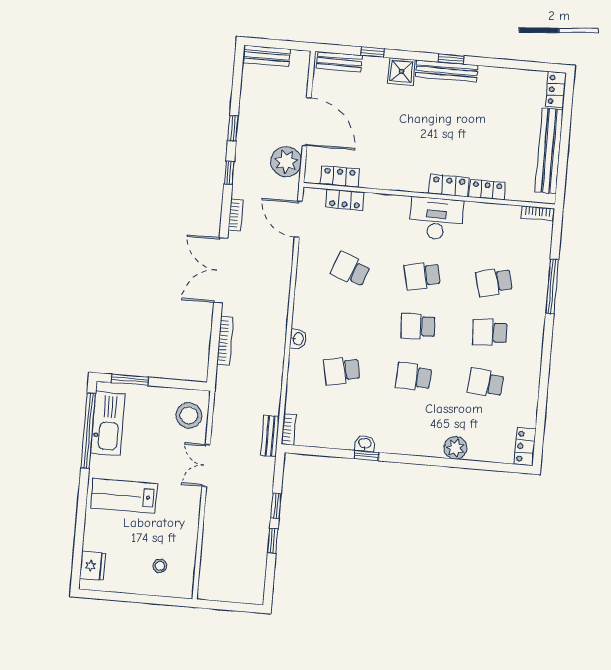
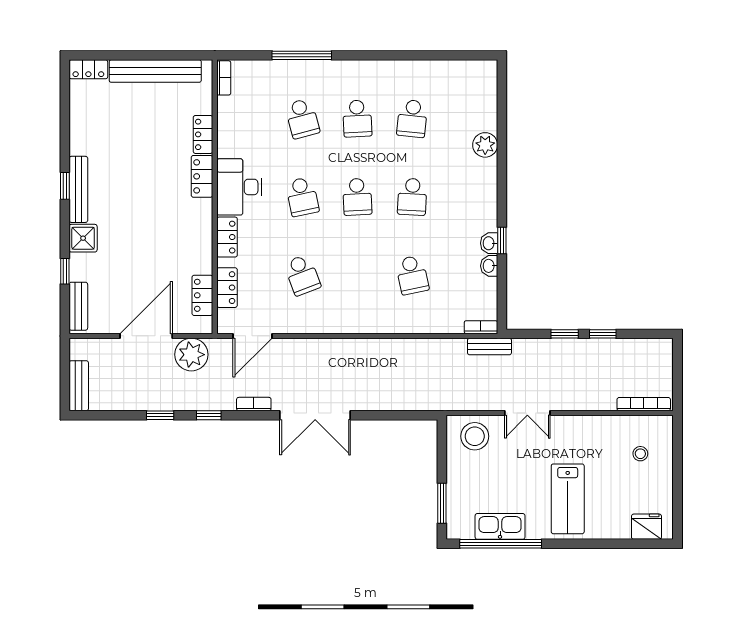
school desk: (350, 270) -> (302, 275), turned -42
washbasin: (298, 339) -> (489, 266), moved, turned -90
bookcase: (225, 341) -> (644, 404), moved
kitchen sink: (108, 423) -> (500, 526), width x0.73, depth x0.81
locker: (525, 447) -> (227, 237), moved, turned -90

